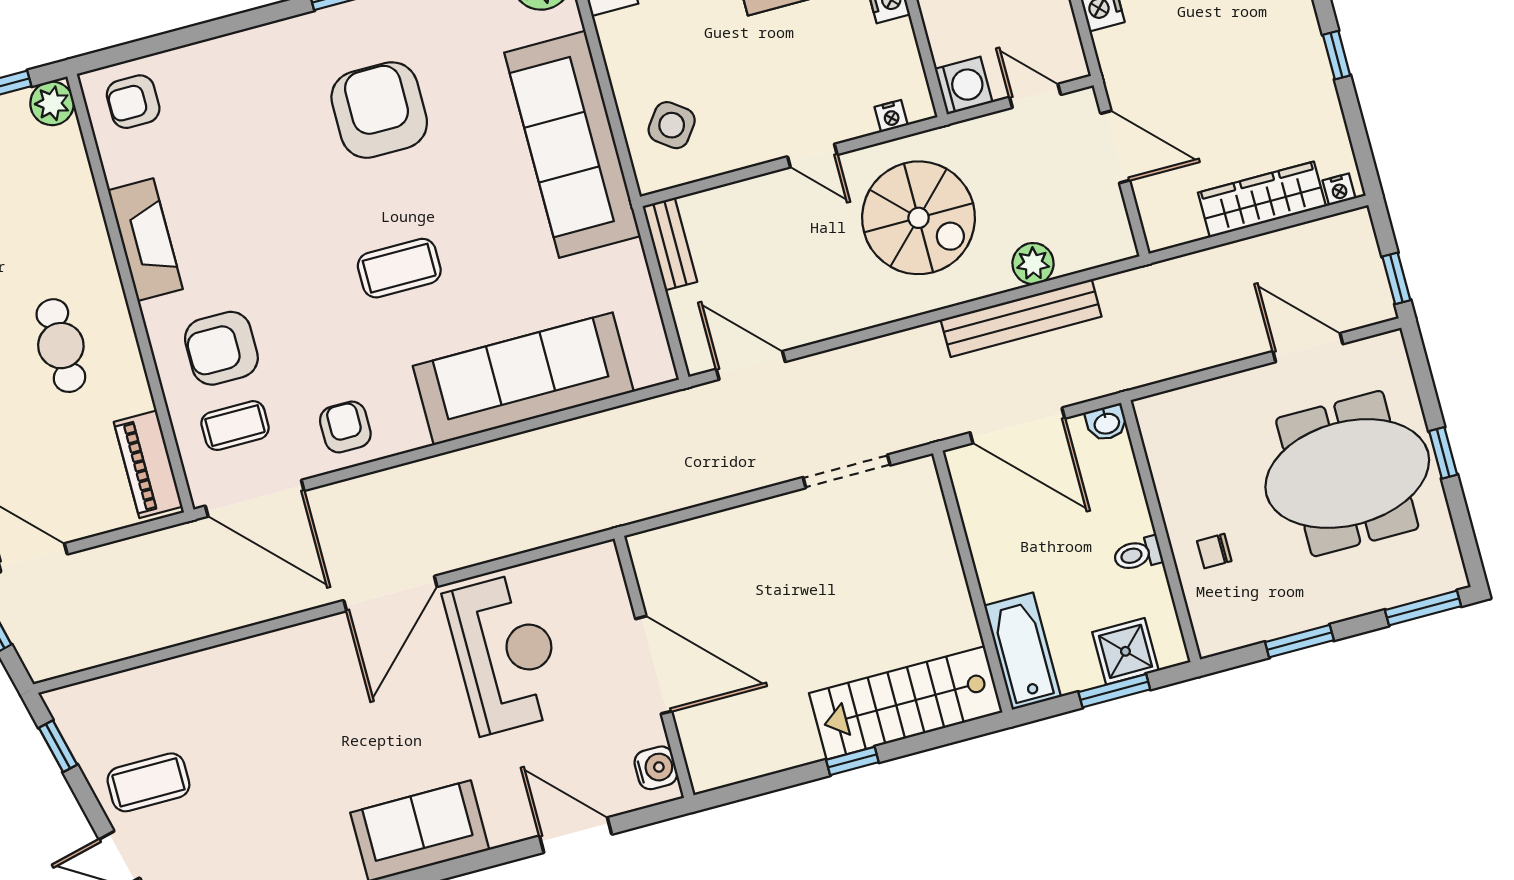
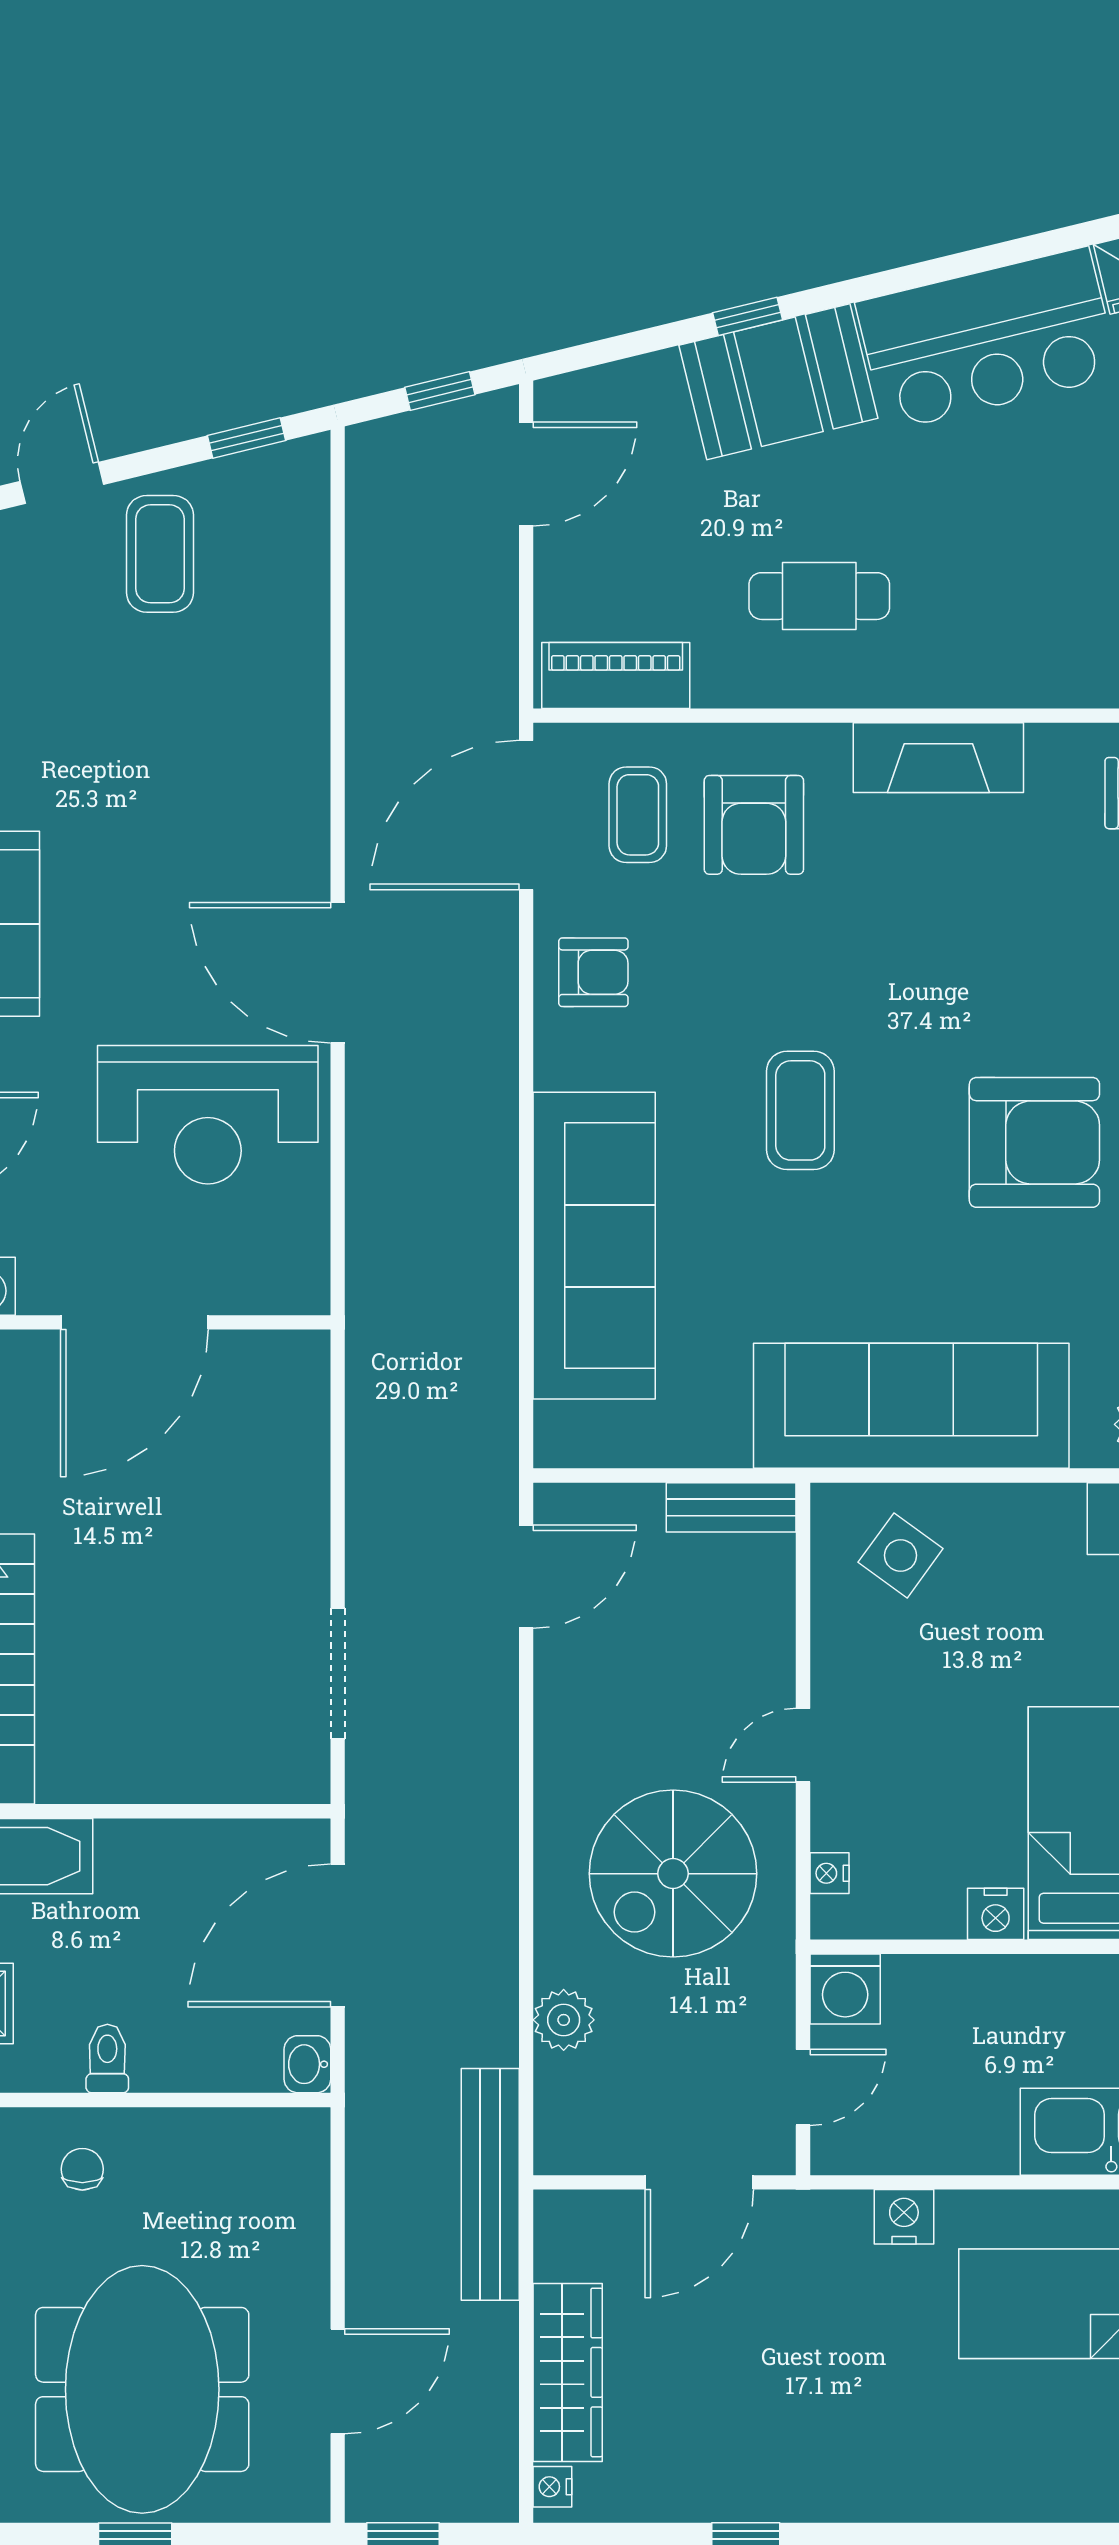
bench: (1021, 318) -> (490, 2184), moved
armchair: (221, 348) -> (754, 825), turned 180

